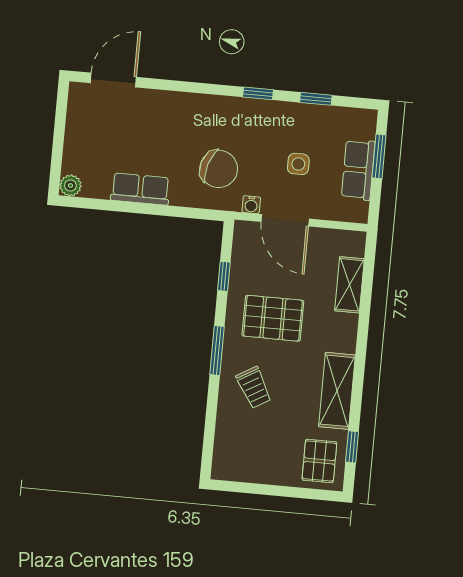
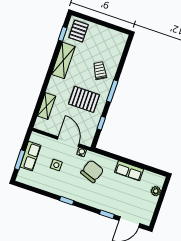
window: (316, 99) -> (107, 214), moved
chair: (219, 169) -> (92, 171), turned 93
plant: (70, 185) -> (156, 191), moved

